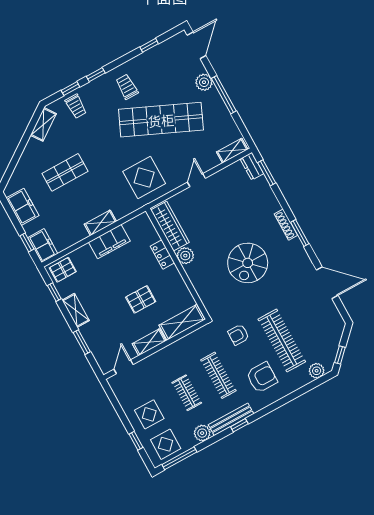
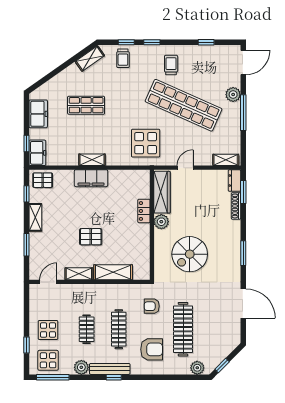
shoe rack: (286, 225) -> (236, 206), moved
wardrobe: (170, 226) -> (162, 192), moved
locker: (162, 254) -> (144, 211), moved
plant: (185, 256) -> (161, 222), moved
wall: (178, 264) -> (152, 225), moved

